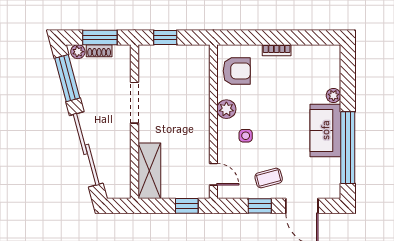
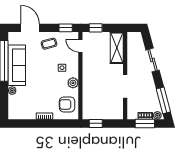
window: (165, 37) -> (96, 123), moved
sofa: (325, 130) -> (17, 65), width x1.36
sliding door: (86, 149) -> (153, 60), width x0.54
window: (260, 206) -> (66, 28), moved

